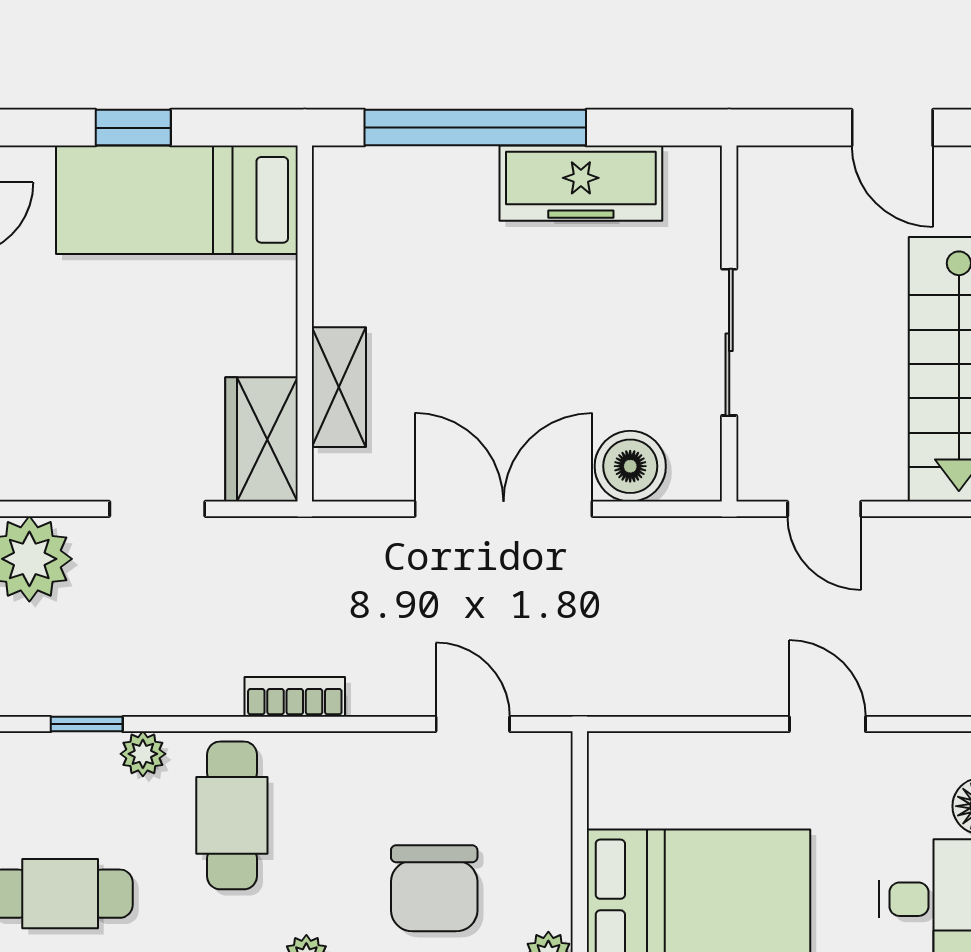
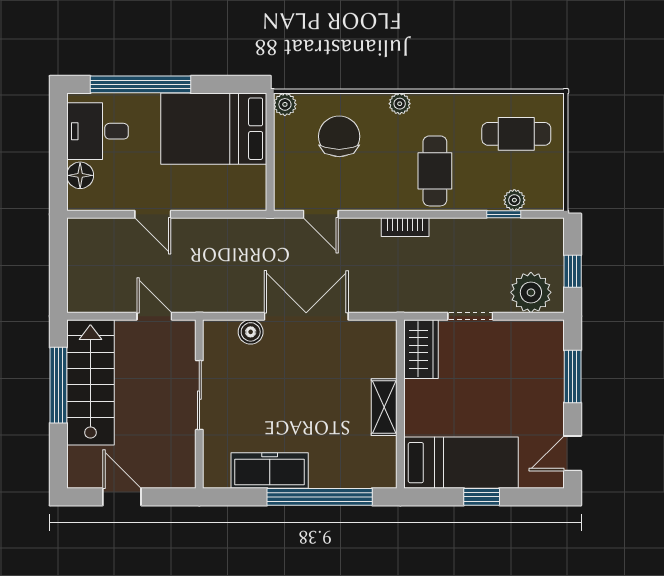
shelving: (339, 387) -> (384, 407), moved
boiler: (630, 466) -> (251, 332), width x0.73, depth x0.73
double door: (504, 509) -> (306, 316), swing flipped
plant: (143, 754) -> (514, 200), moved

